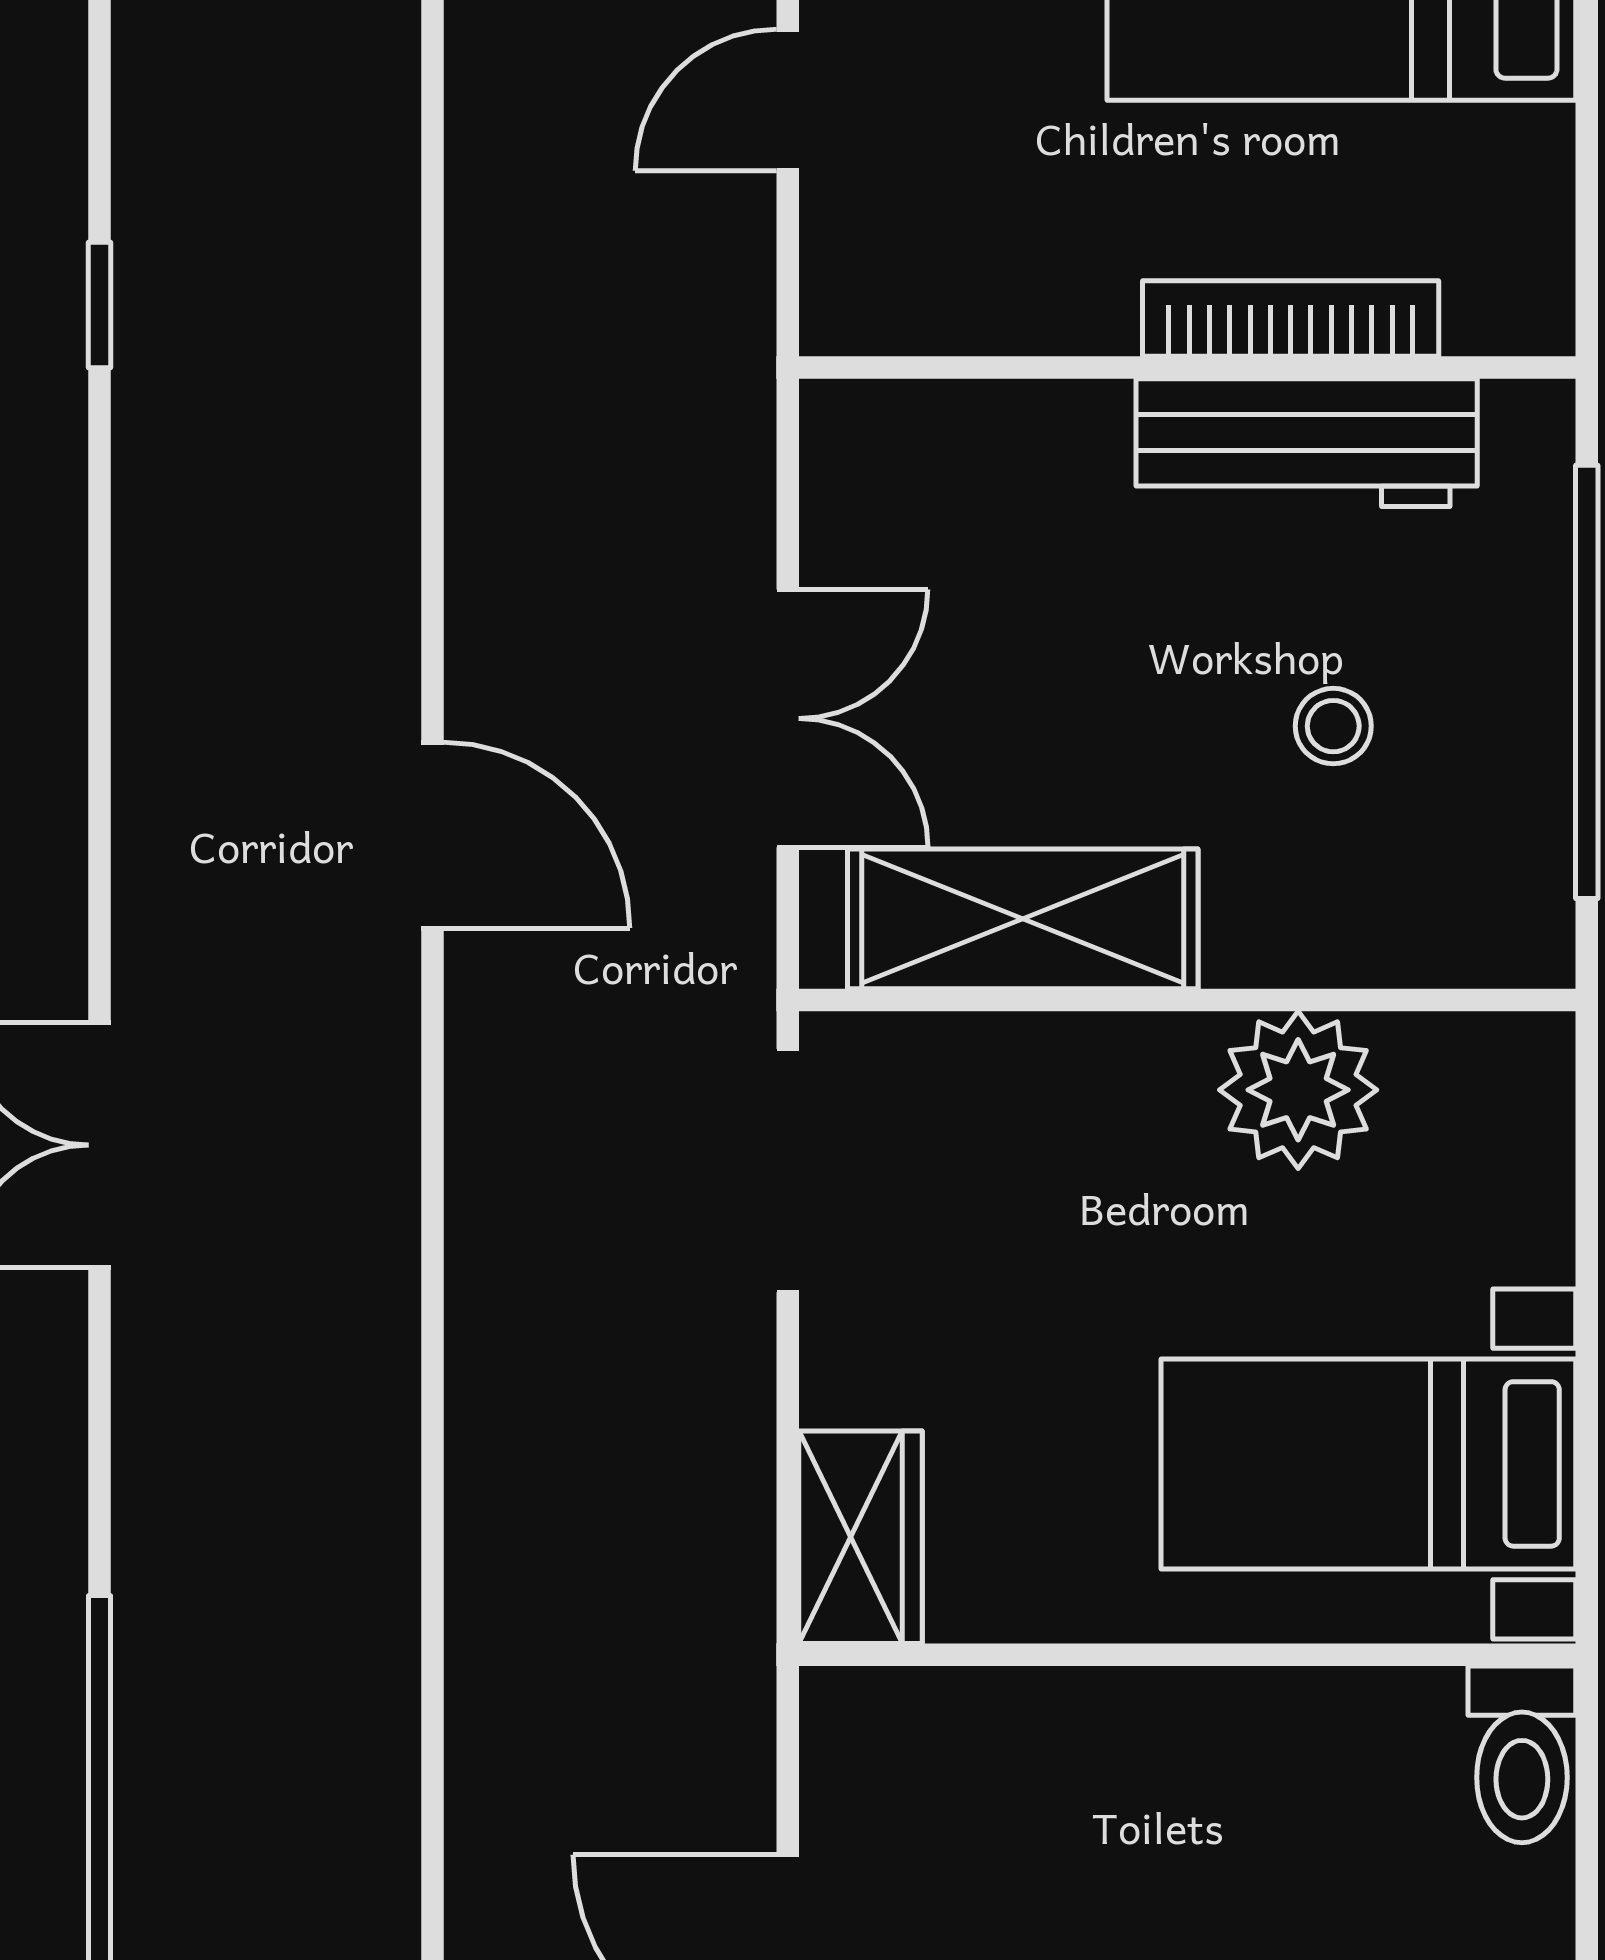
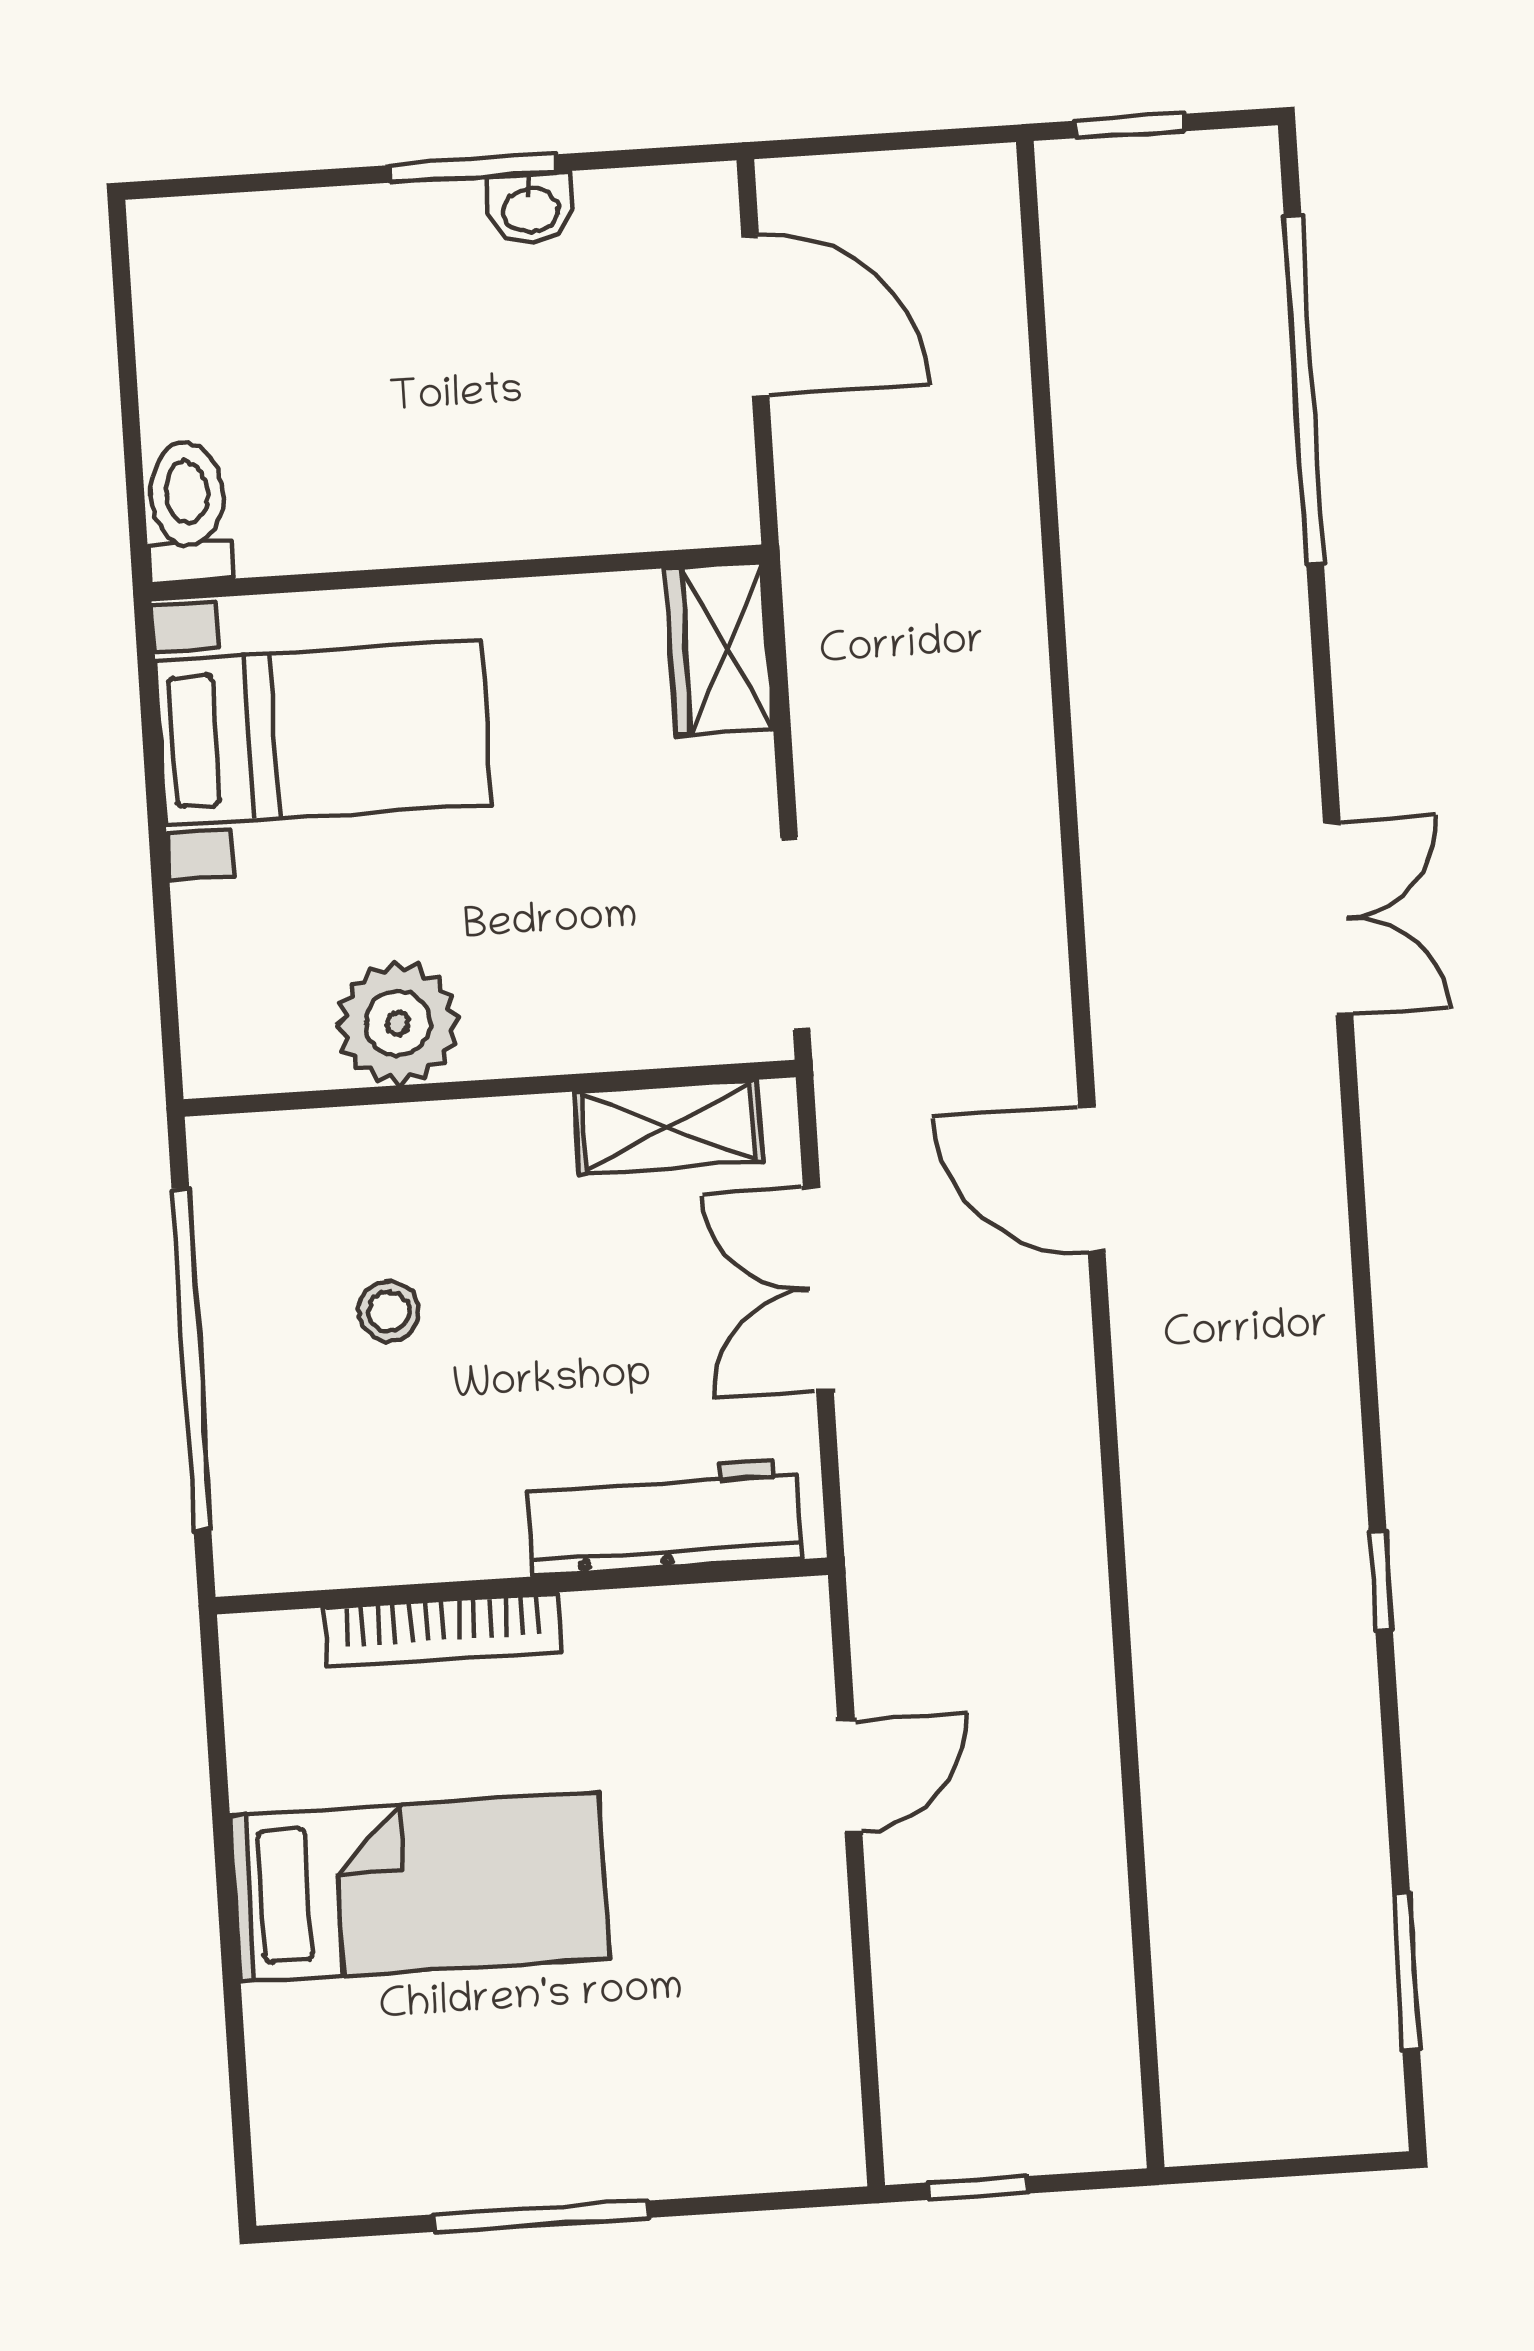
workbench: (1307, 443) -> (664, 1517), moved
shelving: (1023, 919) -> (668, 1127), width x0.67, depth x0.75

